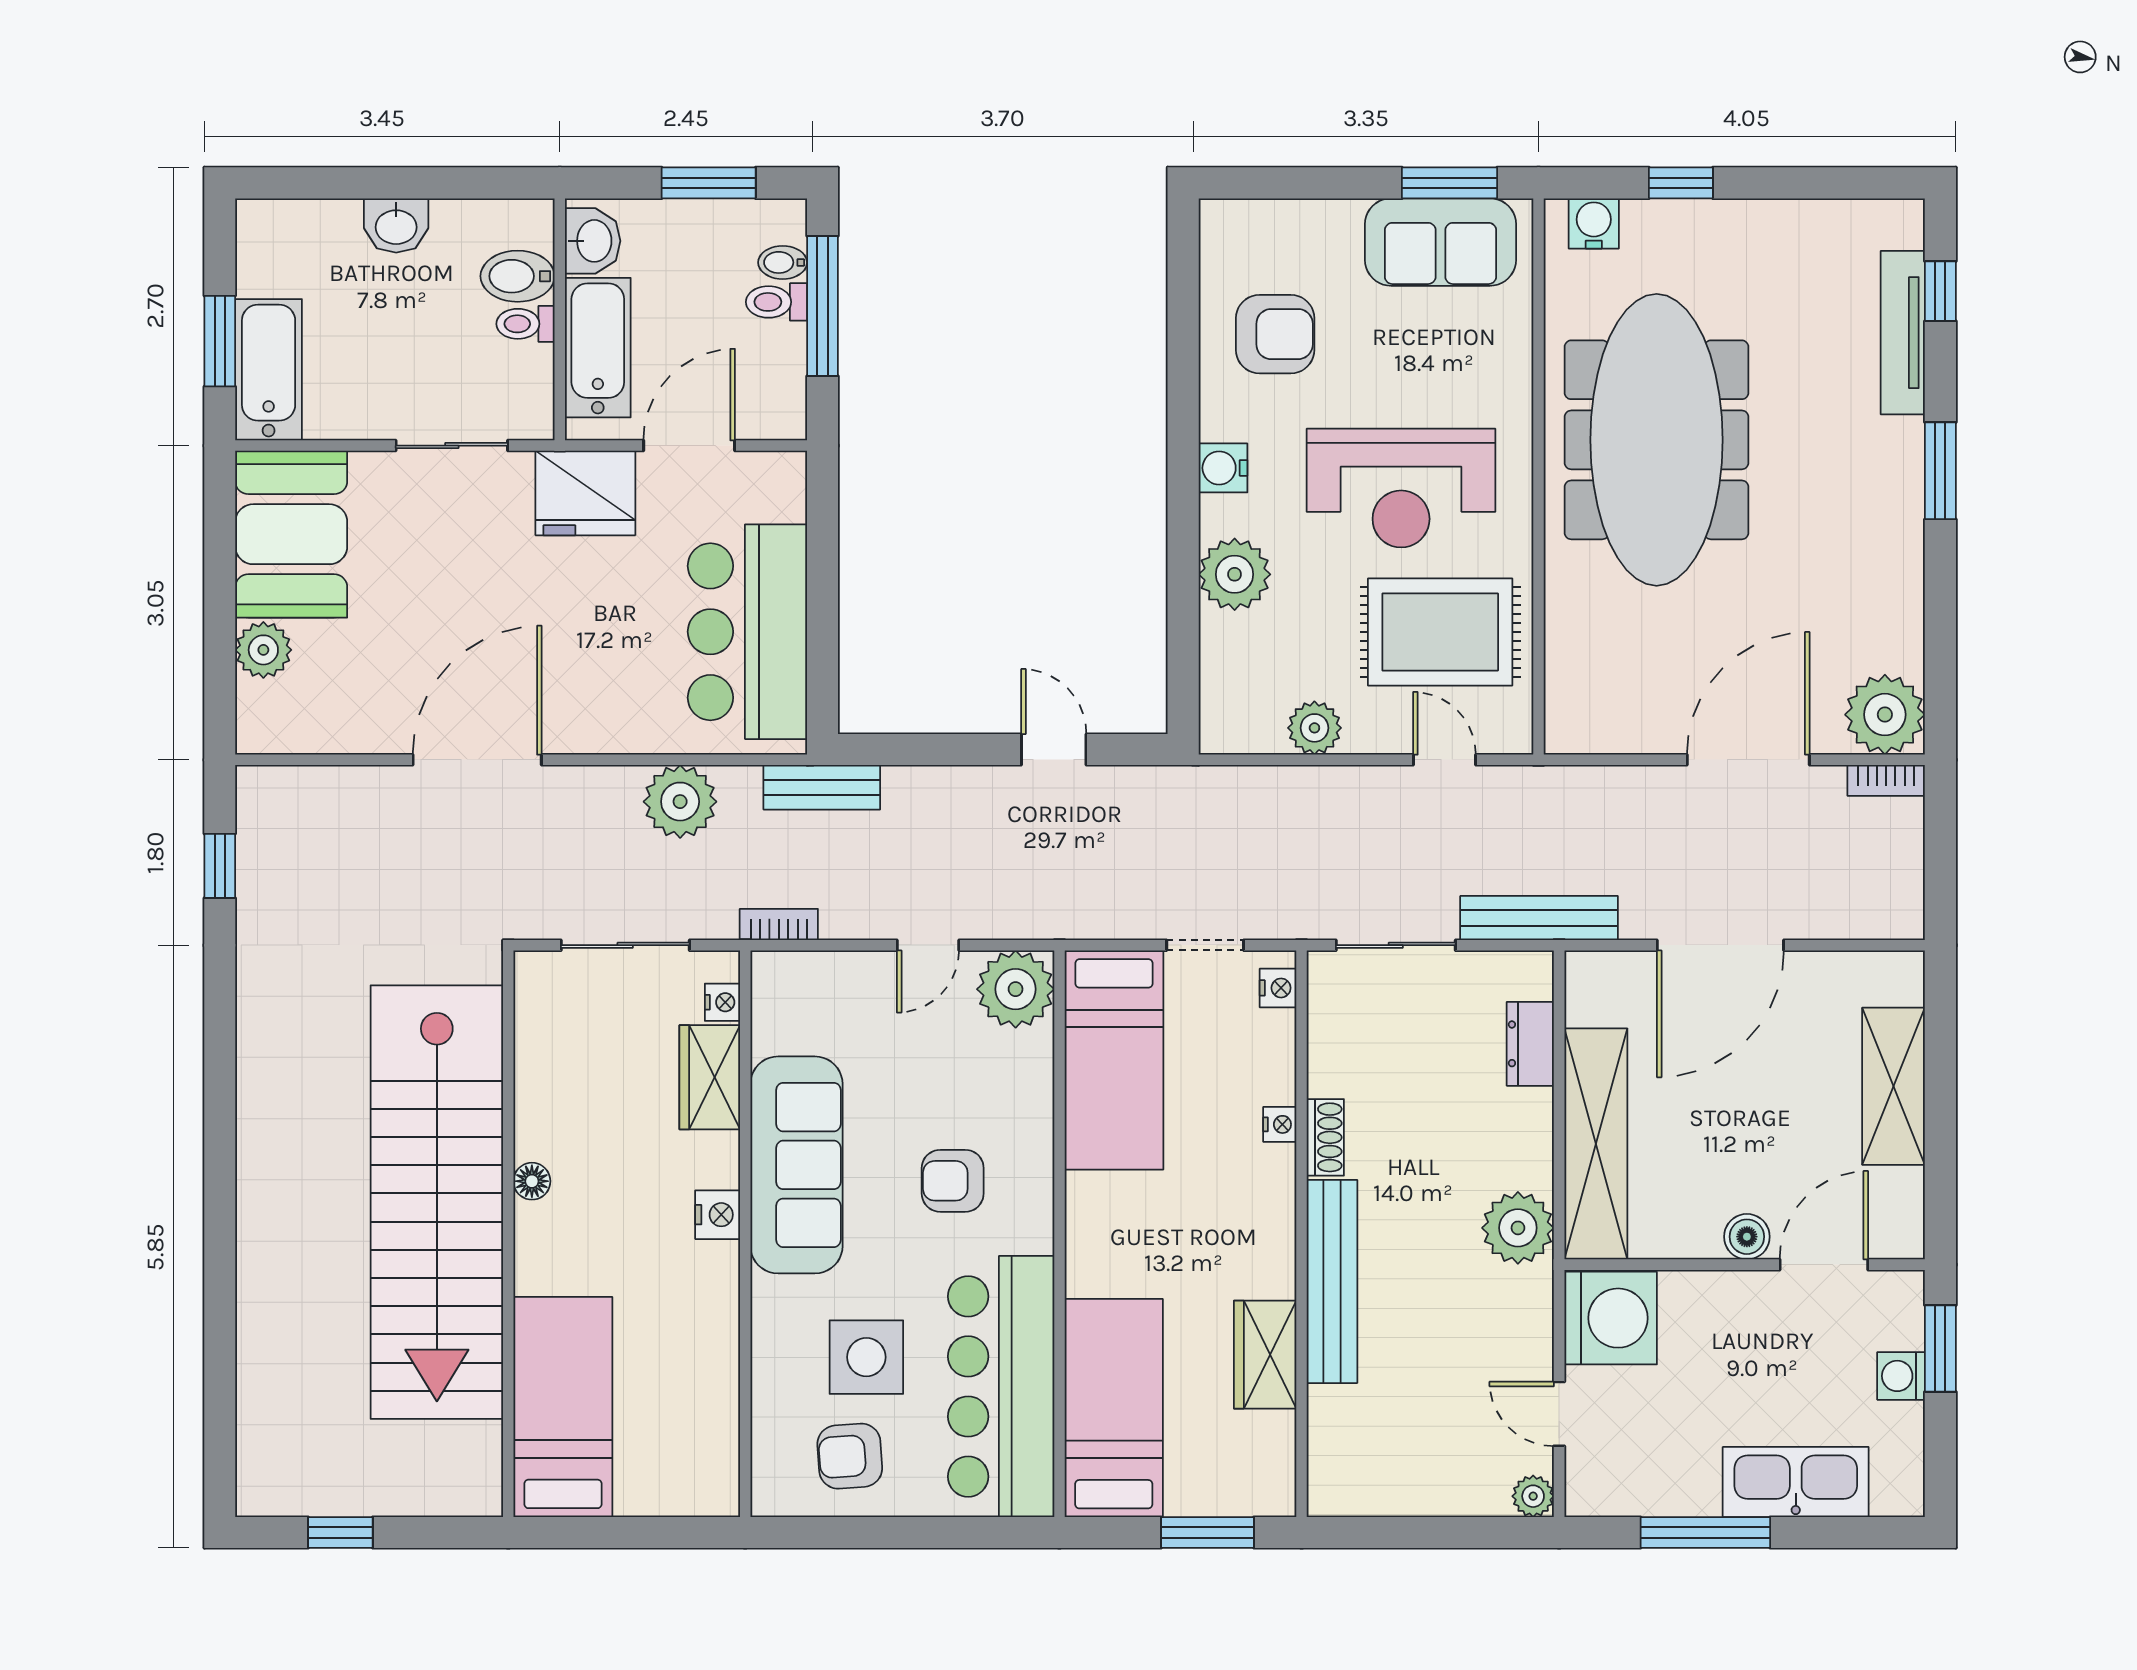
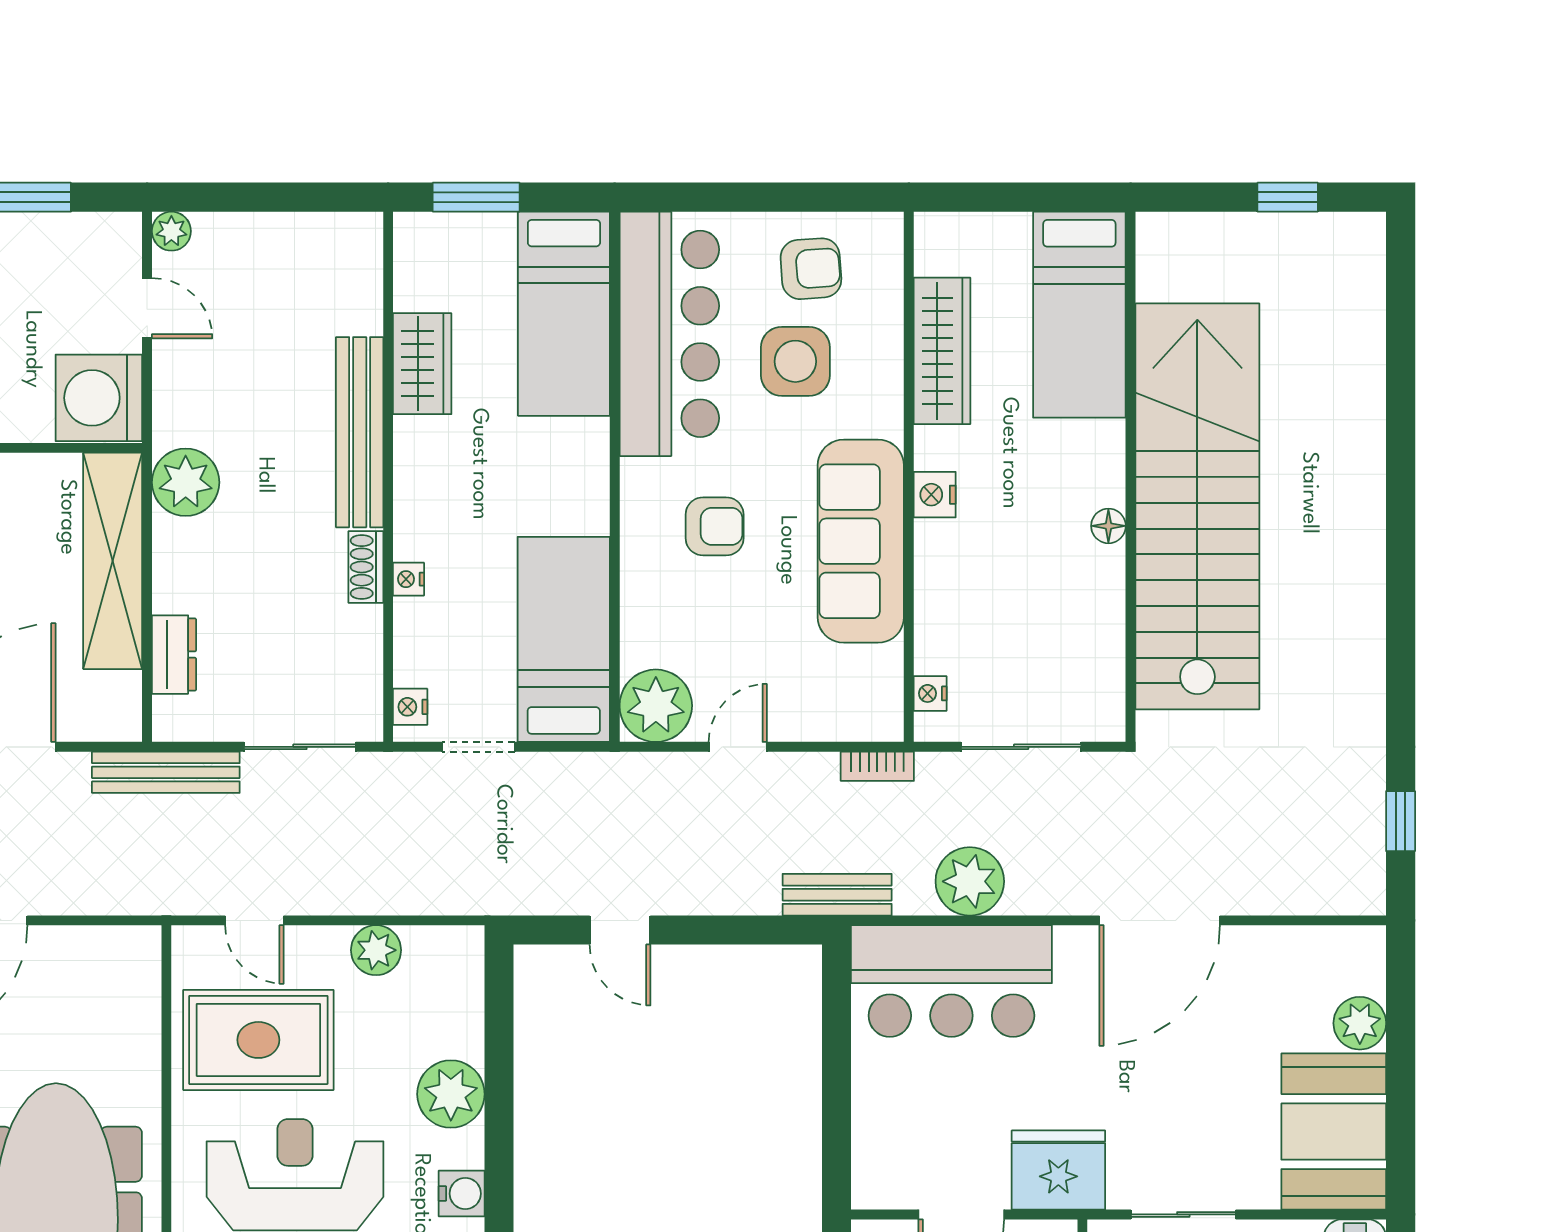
bar counter: (747, 632) -> (951, 981), moved, turned 90
wardrobe: (710, 1077) -> (942, 351), moved, width x1.50

